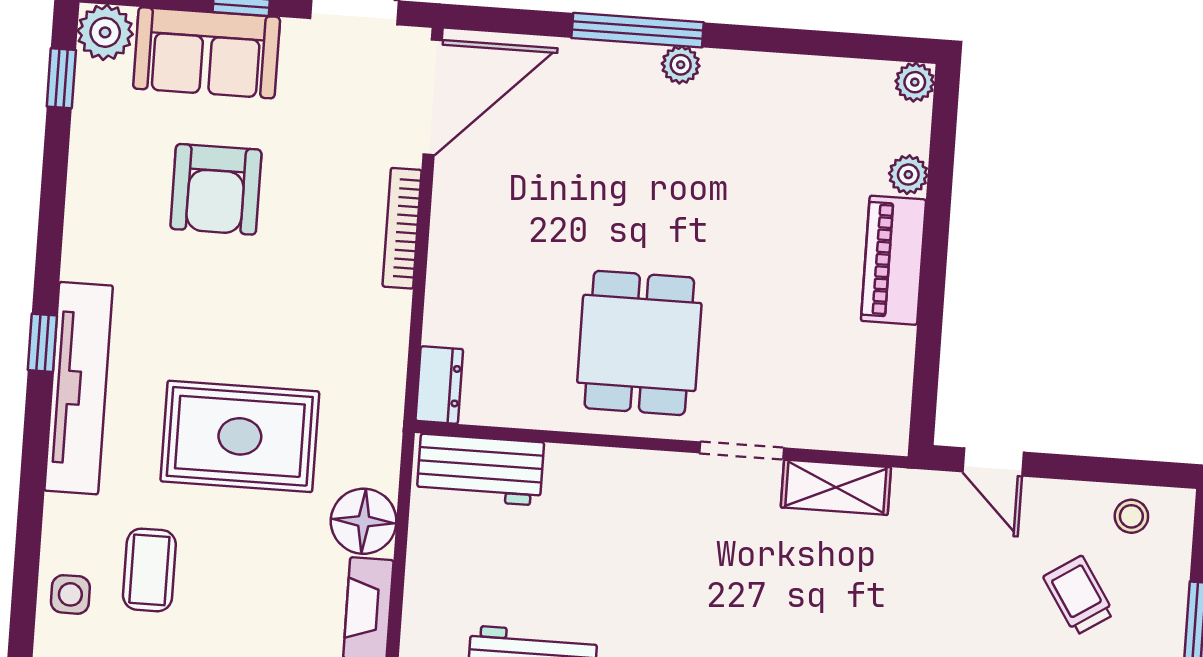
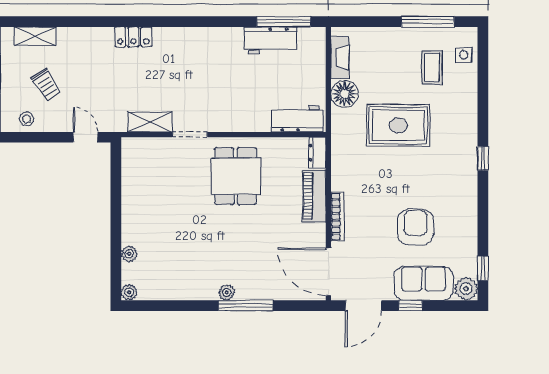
door: (433, 97) -> (328, 272), hinge flipped
piano: (893, 260) -> (314, 196), moved, turned 180
tv unit: (79, 388) -> (467, 141), removed

